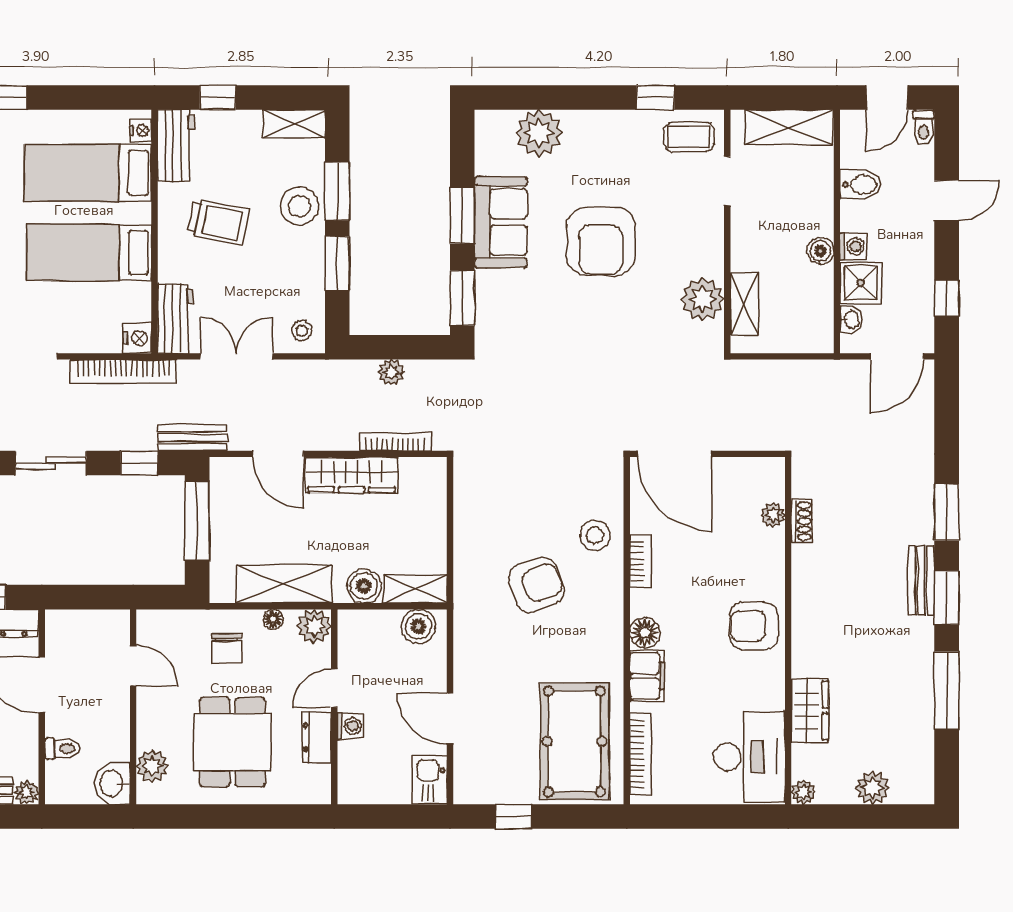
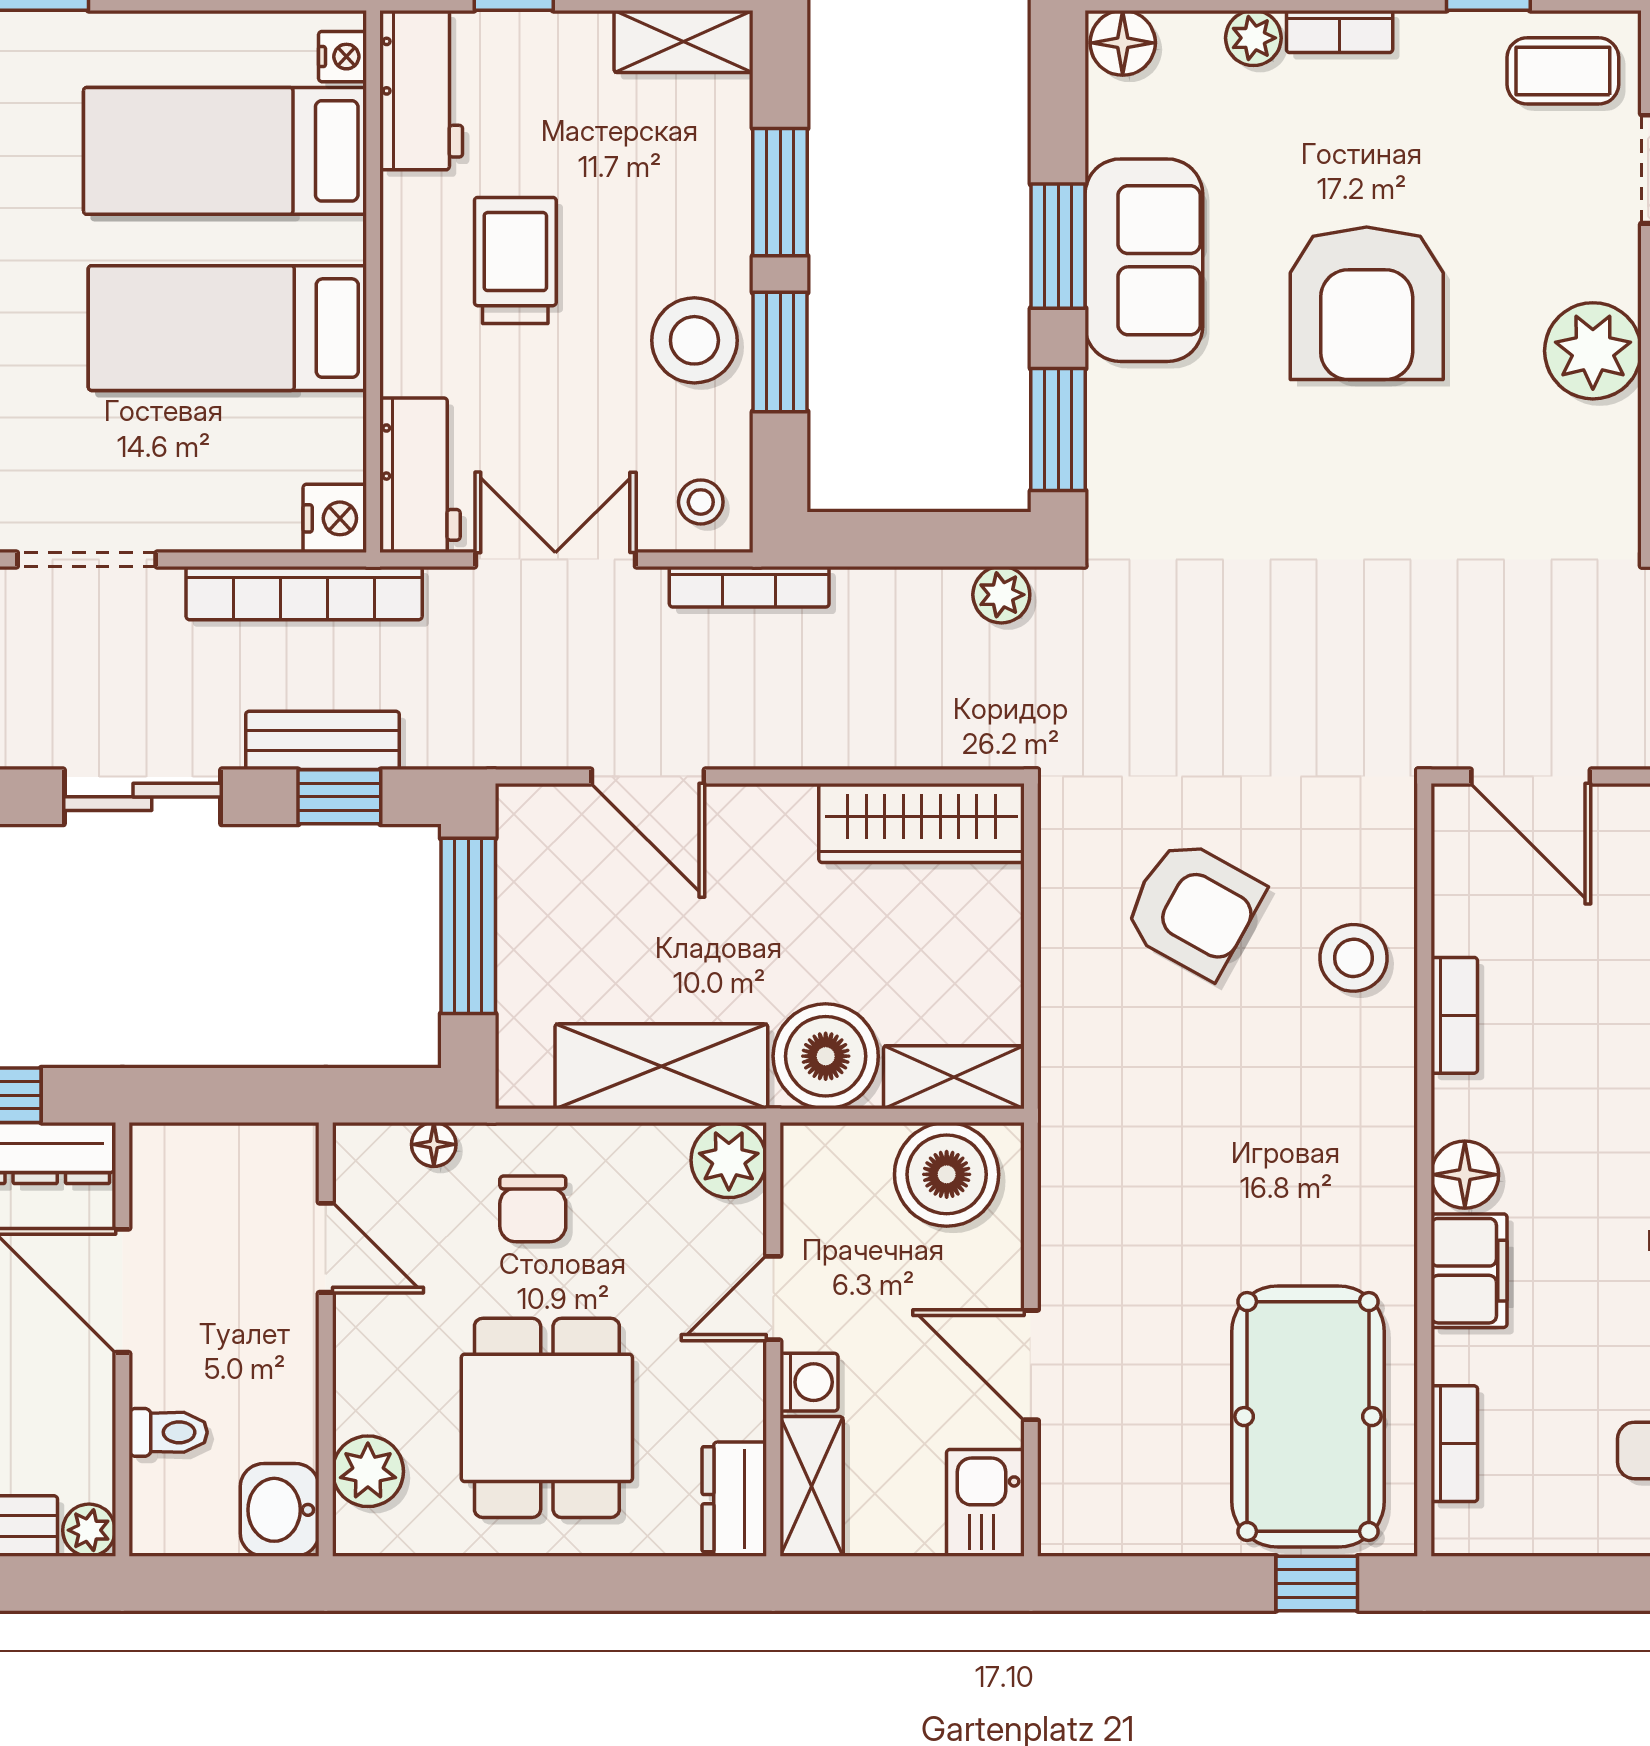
bookcase: (589, 119) -> (1340, 31), added
floor lamp: (491, 124) -> (1123, 43), added
plant: (539, 133) -> (1253, 38), width x0.53, depth x0.53
stool: (299, 206) -> (694, 340), moved
trolley: (218, 222) -> (515, 260), turned -101
plant: (703, 299) -> (1593, 351), moved
plant: (391, 372) -> (1001, 595), moved
bench: (192, 438) -> (322, 740), moved
bookcase: (395, 442) -> (749, 587), moved, turned 180
door: (675, 454) -> (1531, 777), width x0.73
wardrobe: (351, 475) -> (922, 823), moved
armchair: (536, 585) -> (1193, 908), moved, turned 49
boiler: (364, 586) -> (826, 1056), width x1.37, depth x1.37
floor lamp: (273, 619) -> (434, 1144), moved
boiler: (418, 626) -> (947, 1174), width x1.37, depth x1.37
dresser: (317, 737) -> (734, 1499), moved
bookcase: (640, 754) -> (1454, 1444), width x0.64
shelving: (351, 773) -> (812, 1486), added
window: (514, 816) -> (1317, 1583), moved

